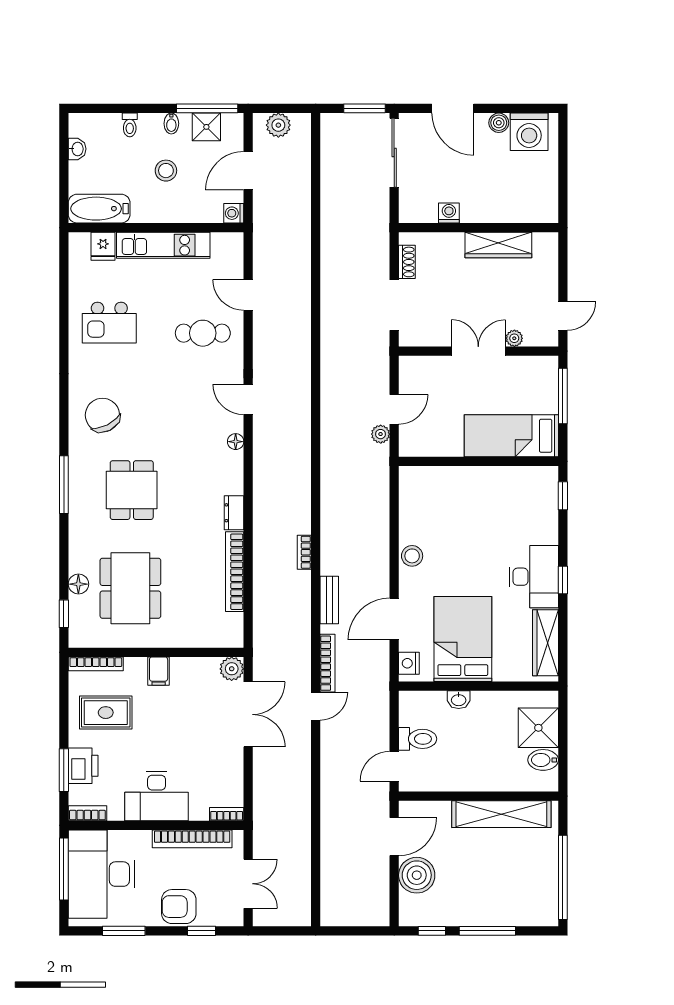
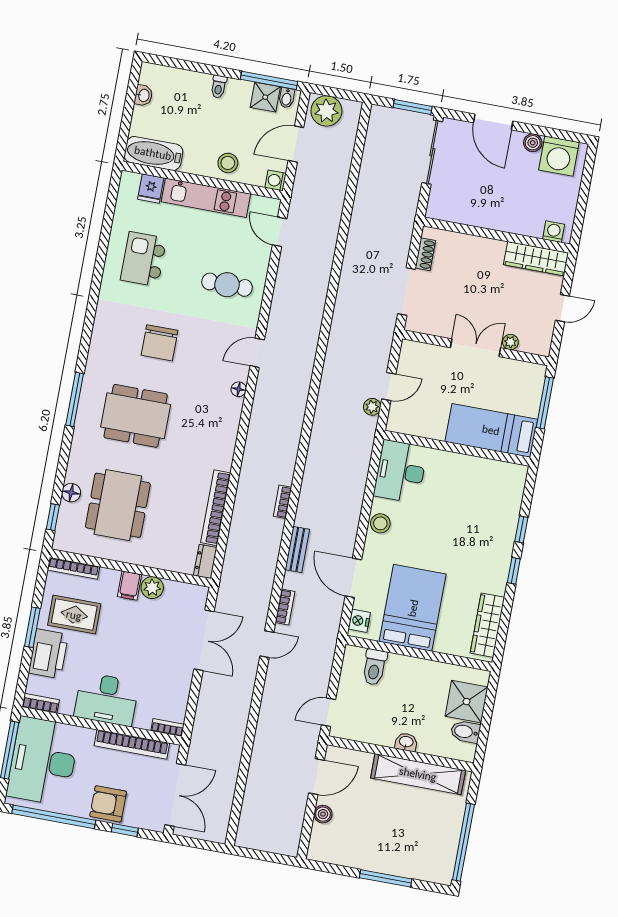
bidet: (171, 124) -> (287, 98), moved
toilet: (130, 125) -> (219, 87), moved
plant: (278, 125) -> (326, 111), width x1.36, depth x1.36
stool: (166, 171) -> (228, 163), moved
washing machine: (449, 213) -> (554, 232), moved
wardrobe: (498, 245) -> (536, 259), moved
door: (248, 295) -> (280, 232), moved
door: (563, 316) -> (562, 308), moved
kitchen island: (109, 323) -> (144, 259), turned 90
door: (248, 399) -> (257, 353), hinge flipped
chair: (102, 415) -> (160, 343), moved, turned -153
dining table: (132, 490) -> (136, 416), width x1.37
window: (563, 496) -> (521, 529), moved
dresser: (234, 513) -> (205, 561), moved
desk: (534, 577) -> (400, 472), moved, turned 180
door: (394, 619) -> (353, 578), hinge flipped
bookcase: (327, 663) -> (285, 607), width x0.64
plant: (232, 669) -> (152, 588), moved
washbasin: (459, 700) -> (406, 742), moved, turned 180
toilet: (418, 739) -> (374, 667), moved, turned 90
printer: (83, 766) -> (48, 654), width x1.37, depth x1.19
window: (64, 770) -> (32, 627), moved
boiler: (417, 875) -> (323, 814), width x0.54, depth x0.54
double door: (248, 884) -> (175, 795), width x1.37
window: (124, 931) -> (54, 817), width x2.11
window: (432, 931) -> (335, 869), removed

